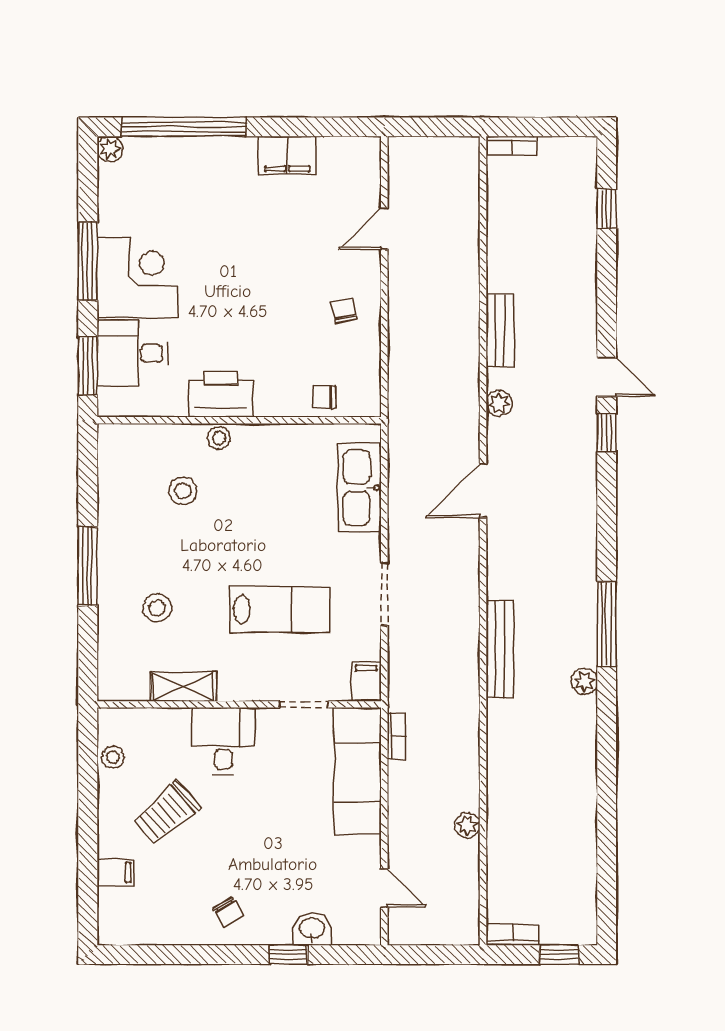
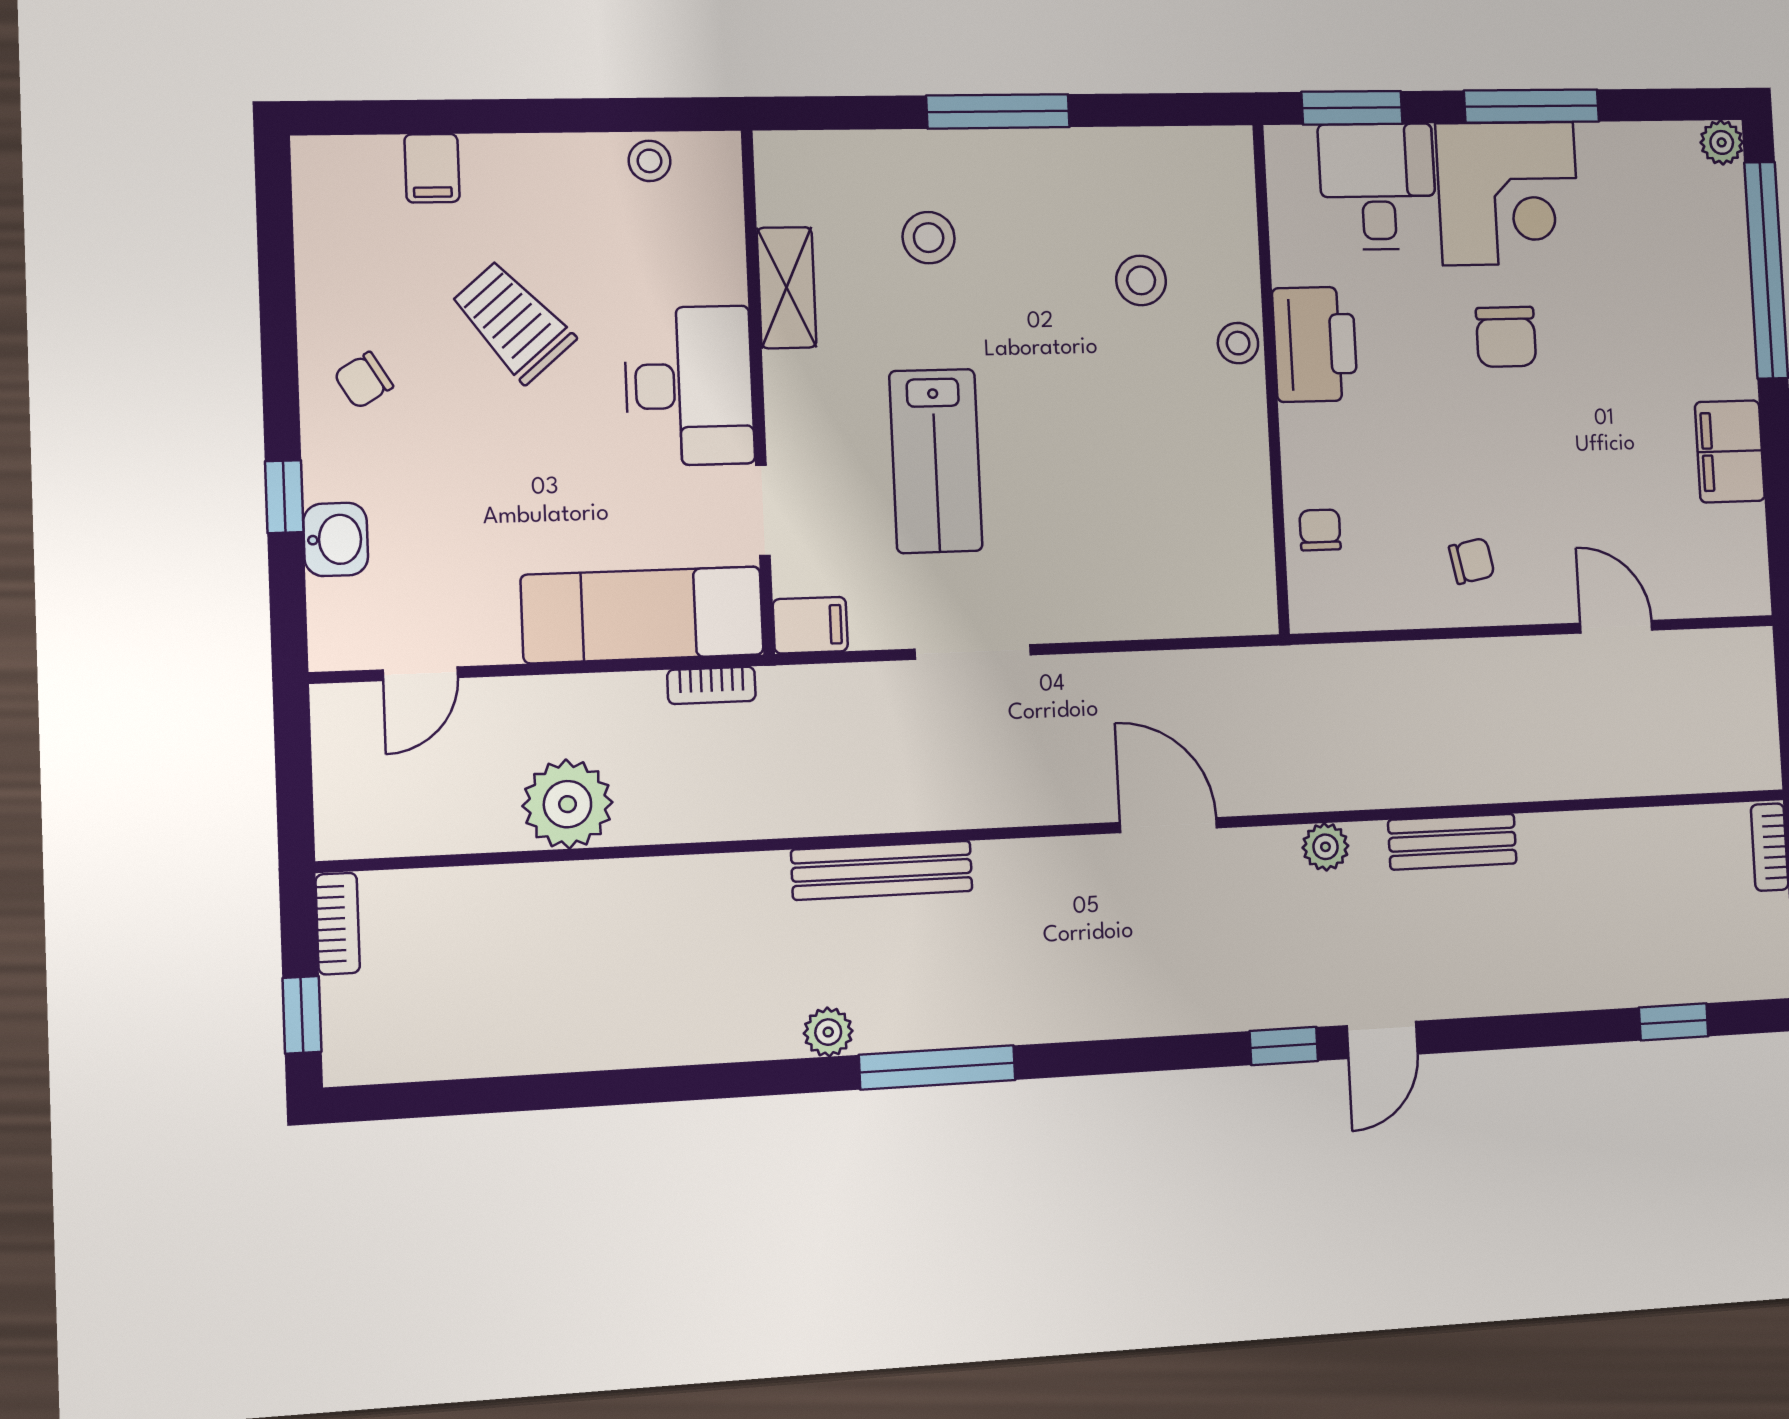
chair: (219, 284) -> (1506, 337), added
kitchen sink: (360, 488) -> (1163, 600), removed
desk: (224, 741) -> (689, 386), width x1.37
trolley: (166, 813) -> (513, 322), moved
plant: (467, 825) -> (568, 804), width x1.87, depth x1.87

